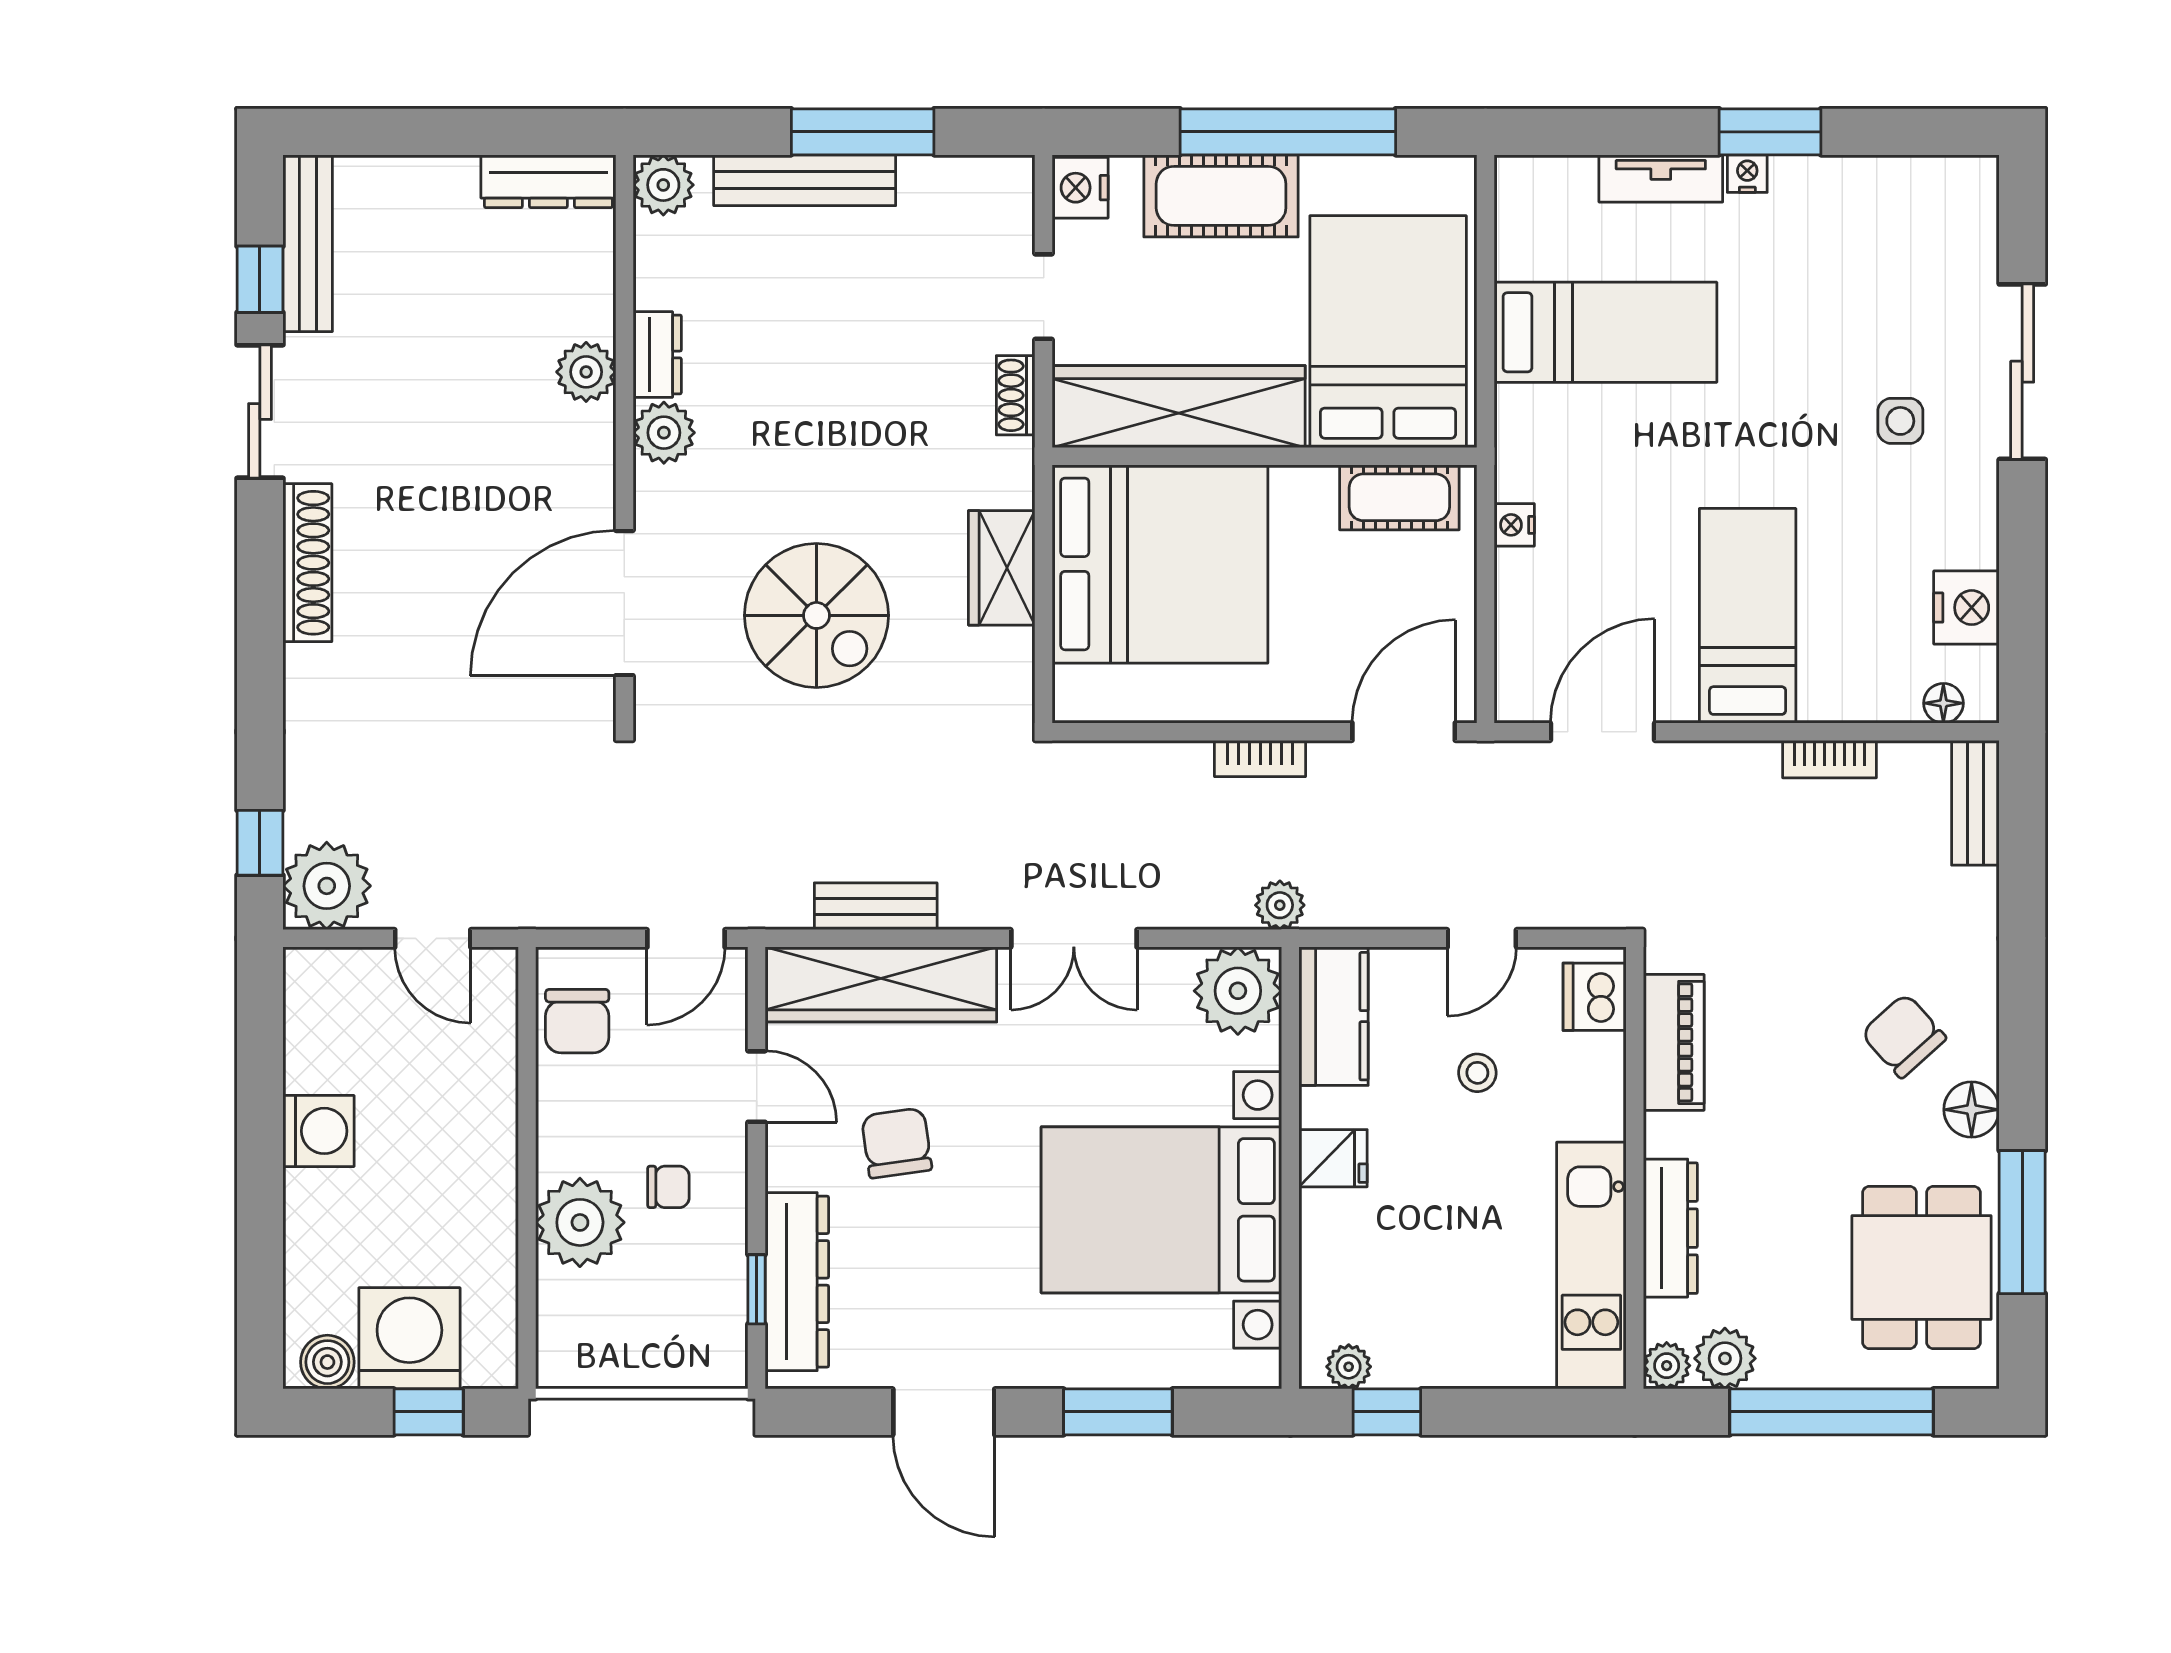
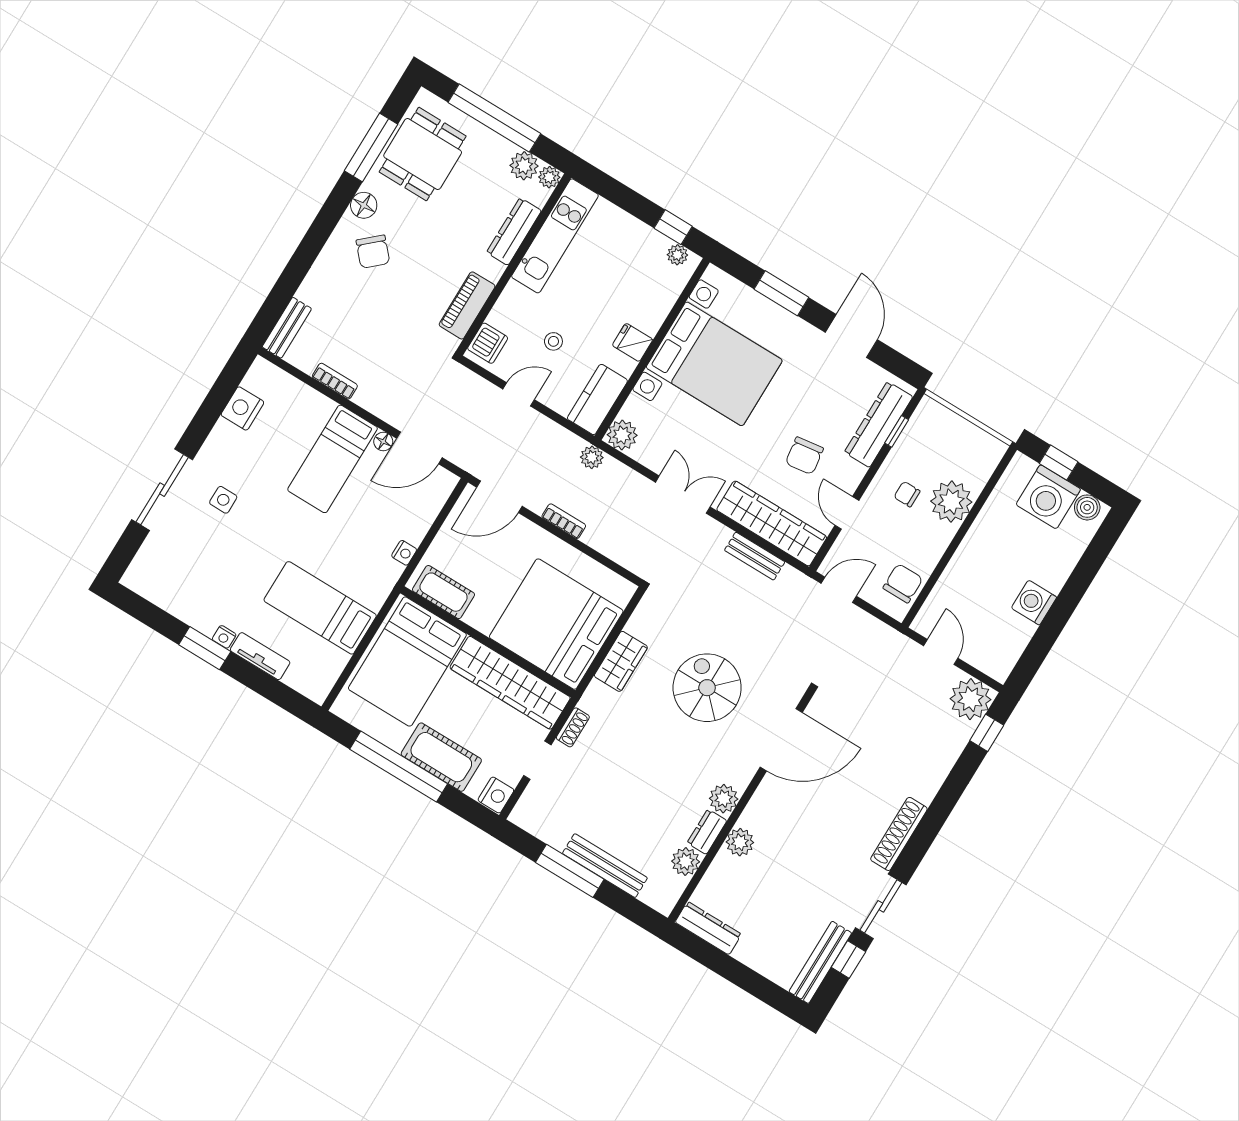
plant: (663, 185) -> (686, 862), moved
floor lamp: (1943, 703) -> (383, 442), moved
plant: (1238, 991) -> (622, 435), width x0.73, depth x0.73

